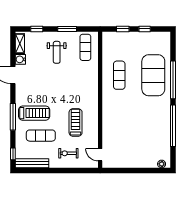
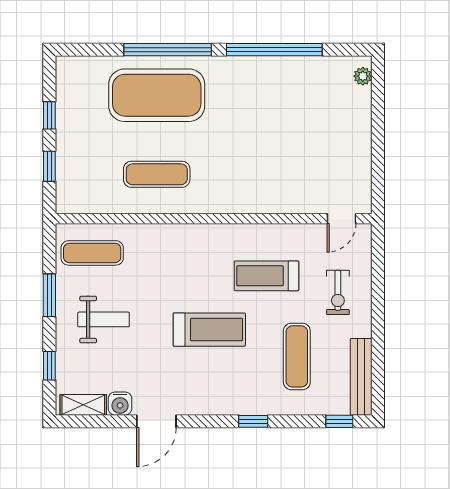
treadmill: (34, 113) -> (209, 330), moved, turned 90
window: (13, 117) -> (253, 421), width x0.46

